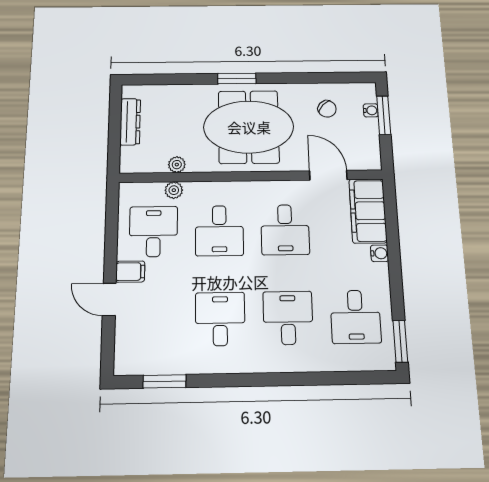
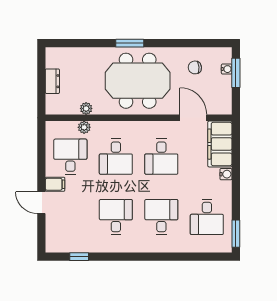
chair: (327, 109) -> (195, 67), turned 133
dresser: (130, 122) -> (52, 81), width x0.70
window: (165, 381) -> (79, 257), width x0.67

